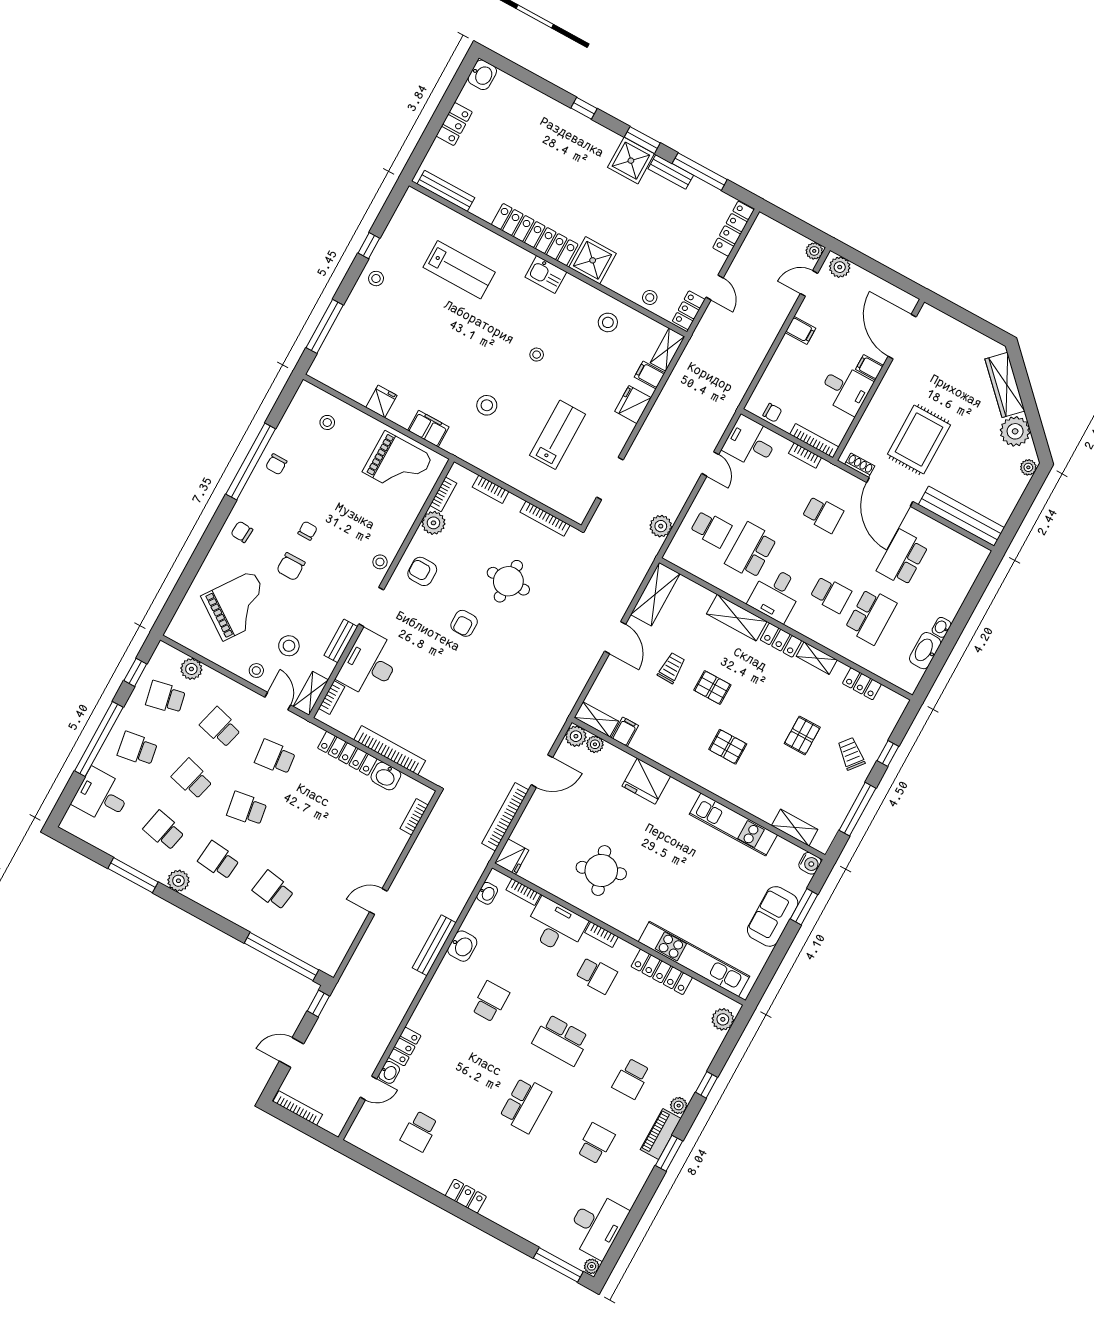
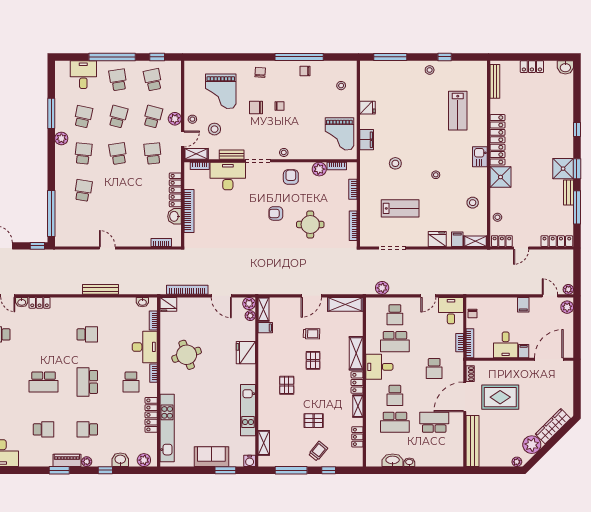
school desk: (751, 551) -> (395, 342), turned 180
grand piano: (238, 606) -> (221, 91), turned 55
plant: (191, 669) -> (175, 119), moved
washbasin: (462, 946) -> (120, 460), moved, turned 180

